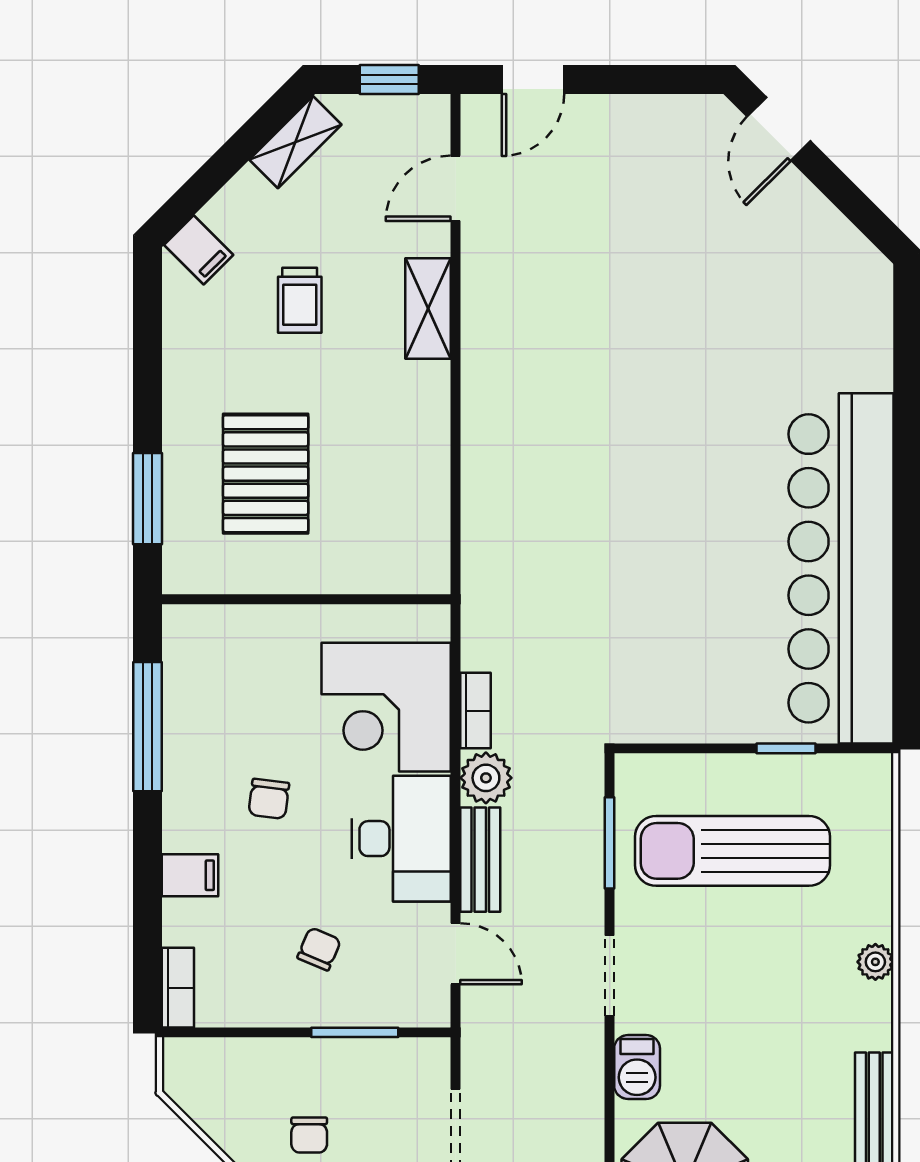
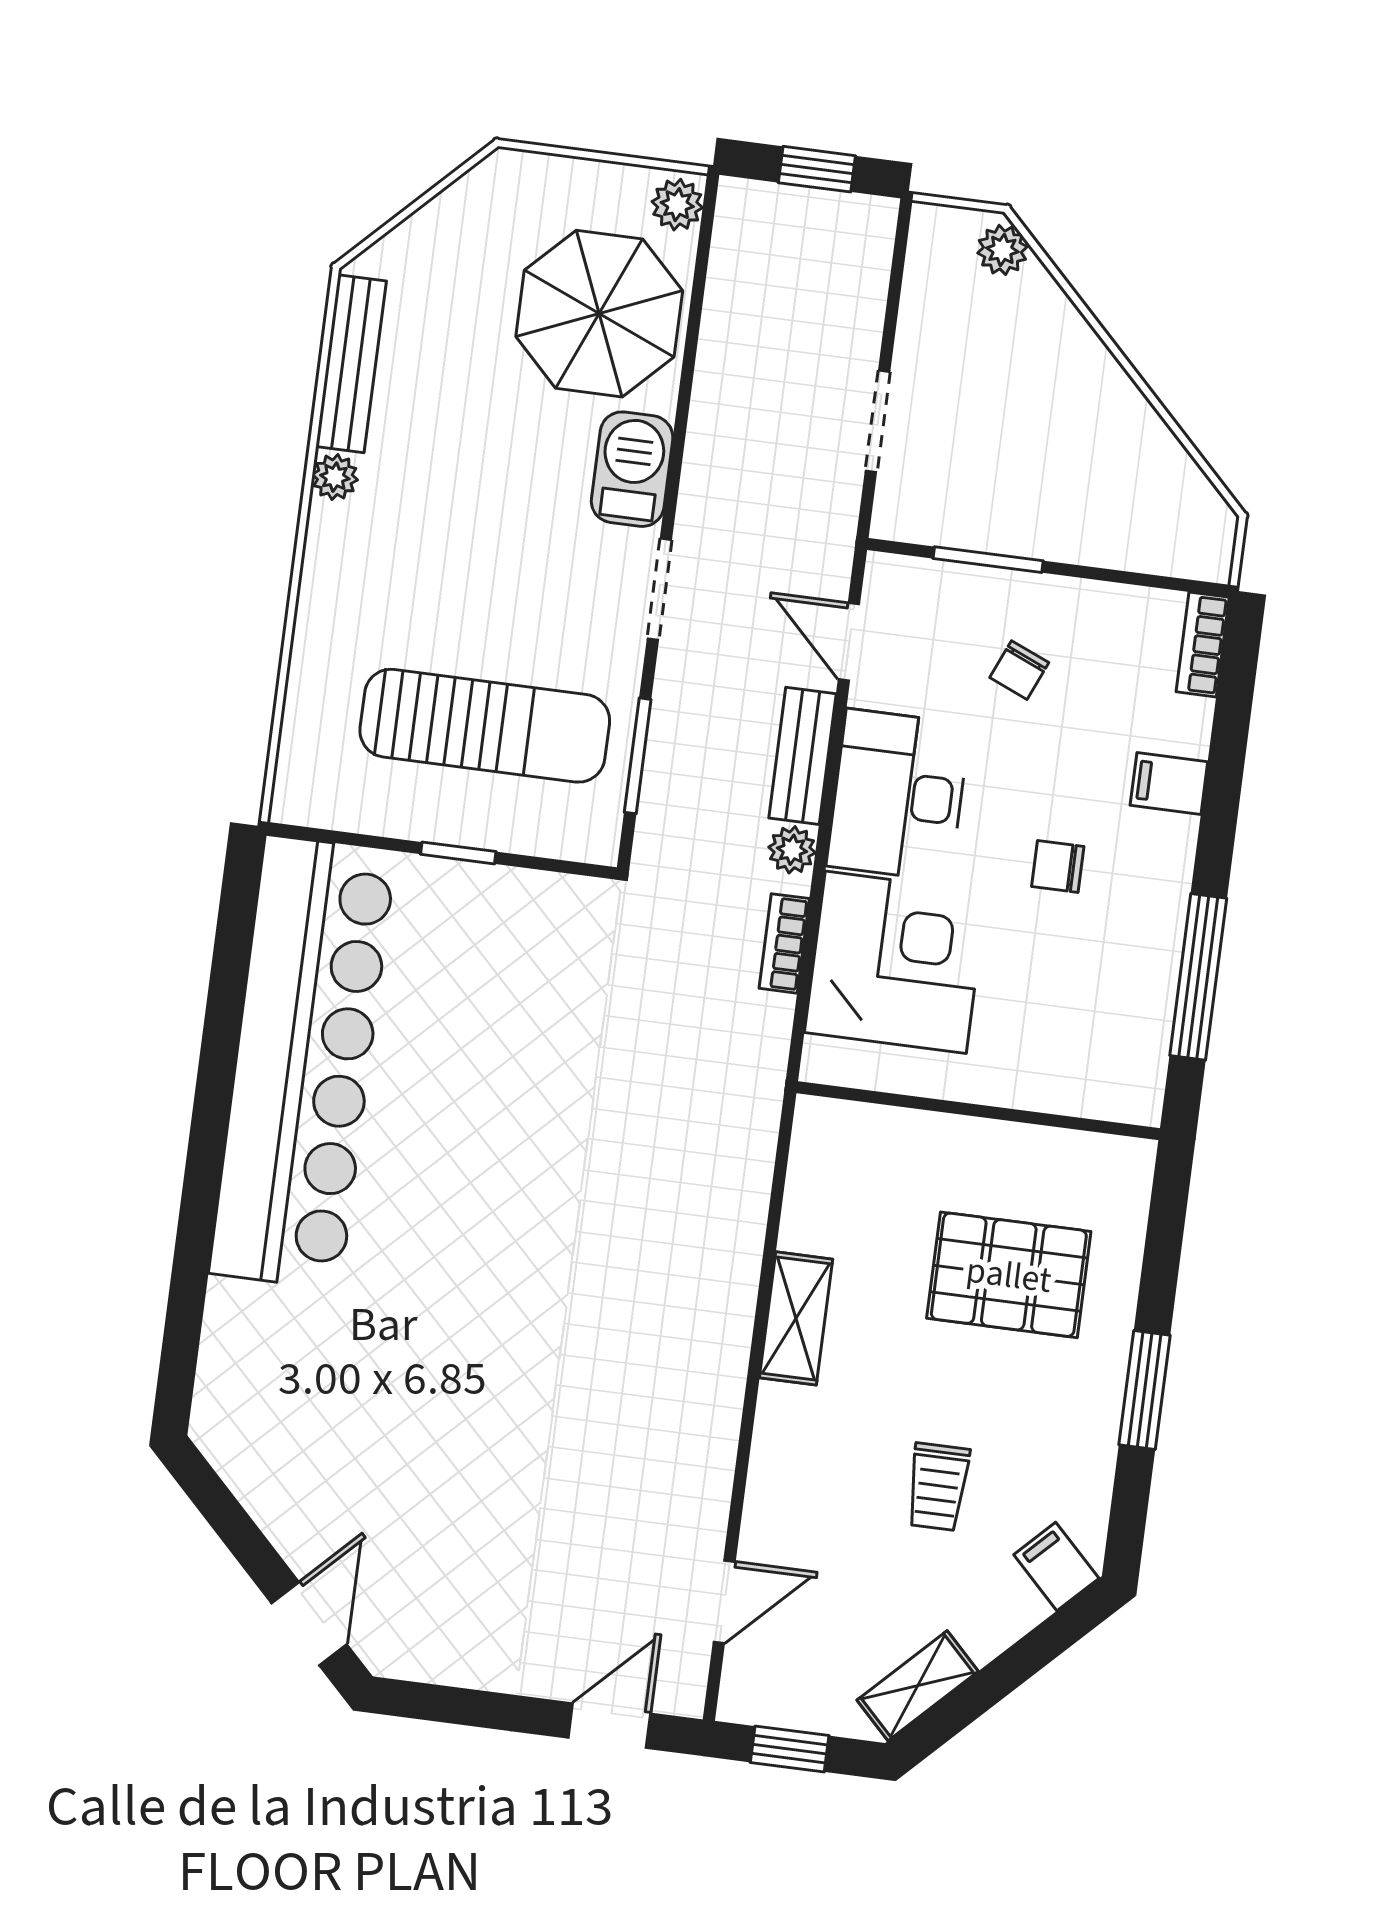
trolley: (300, 300) -> (938, 1487), turned 180
shelving: (428, 309) -> (796, 1318), moved
pallet: (266, 474) -> (1009, 1275), turned 90
window: (148, 499) -> (1144, 1390), moved
window: (786, 748) -> (458, 853), moved
plant: (486, 778) -> (792, 850), width x0.73, depth x0.73
chair: (269, 799) -> (1058, 866), turned -97
plant: (875, 962) -> (335, 477), moved
barbecue: (637, 1067) -> (632, 469), width x1.38, depth x1.27
chair: (309, 1135) -> (1062, 438), removed

